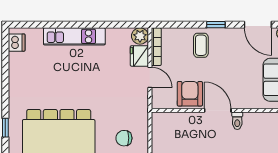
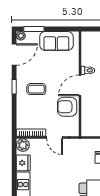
coffee table: (201, 45) -> (36, 89), moved
fridge: (139, 56) -> (23, 163), moved, turned -90
door: (150, 77) -> (55, 138), swing flipped

